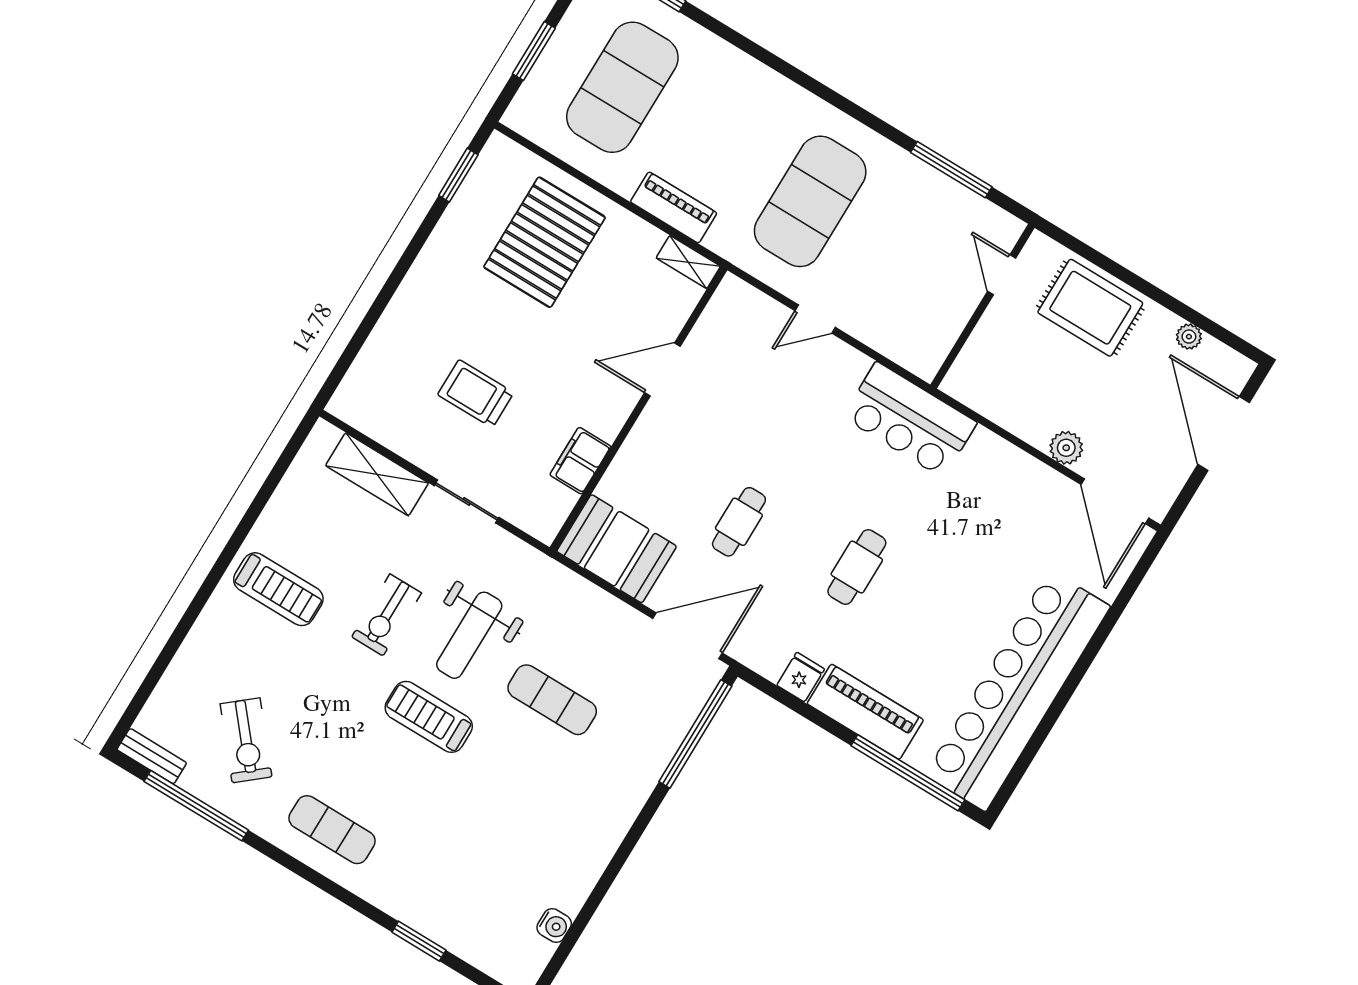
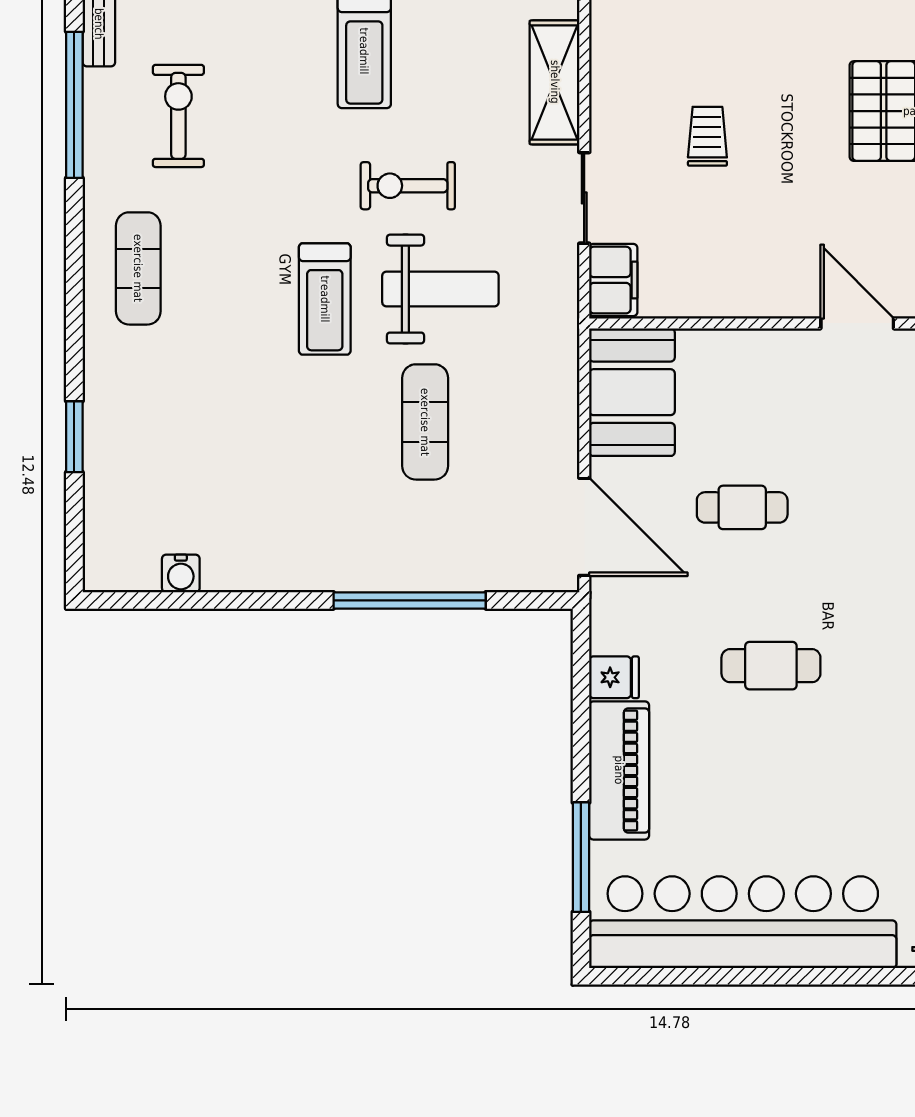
trolley: (476, 394) -> (707, 136), width x0.73, depth x0.72
filing cabinet: (580, 461) -> (613, 280), moved, turned 90
weight bench: (469, 635) -> (440, 289), turned 180
treadmill: (429, 717) -> (325, 299), turned 180
window: (695, 734) -> (410, 600), moved
exercise bike: (246, 740) -> (178, 116), turned 130
window: (908, 773) -> (581, 857), width x0.68

